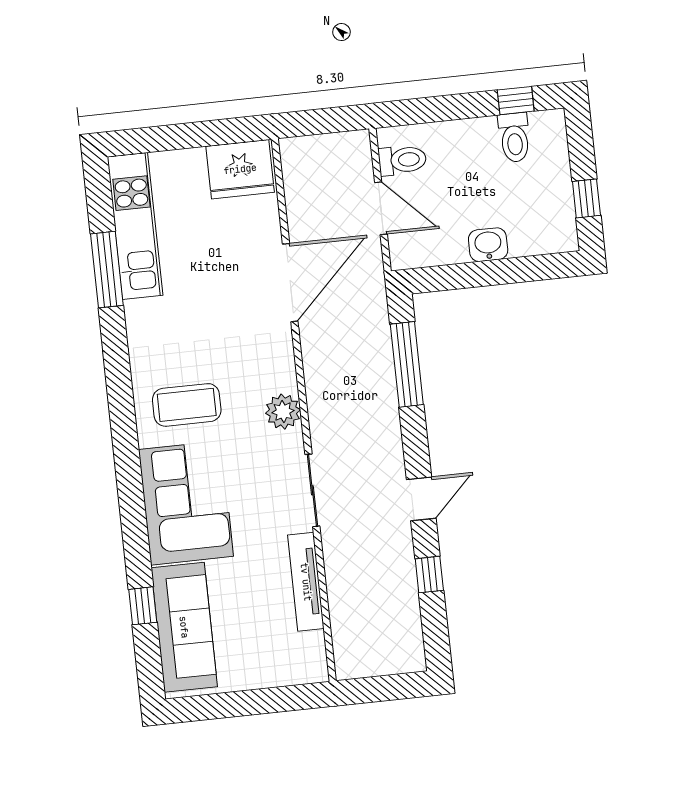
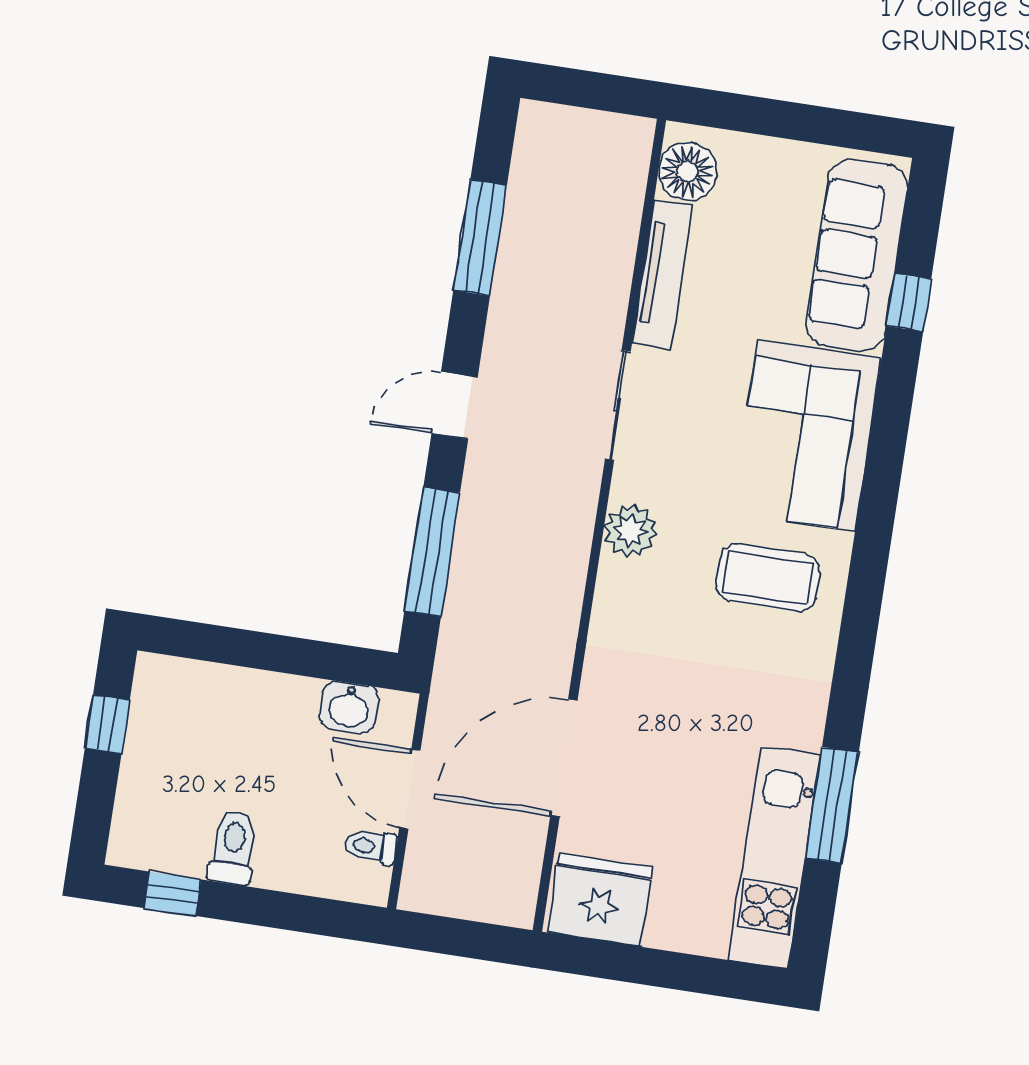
toilet: (514, 137) -> (233, 848), moved
toilet: (402, 160) -> (371, 846), width x0.73, depth x0.72
washbasin: (488, 245) -> (349, 707), moved
door: (290, 283) -> (564, 758), moved
door: (421, 499) -> (455, 405), moved
window: (429, 575) -> (480, 238), width x2.17
floor lamp: (307, 652) -> (688, 171), added

